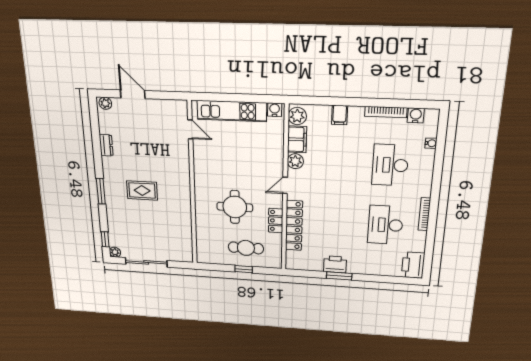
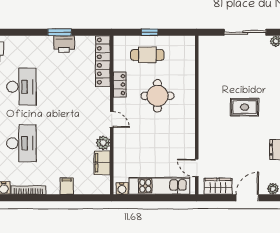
door: (133, 94) -> (247, 198), swing flipped
wardrobe: (166, 108) -> (218, 186), added
plant: (297, 116) -> (102, 184), removed
door: (285, 185) -> (112, 120), hinge flipped
locker: (294, 226) -> (103, 61), moved

